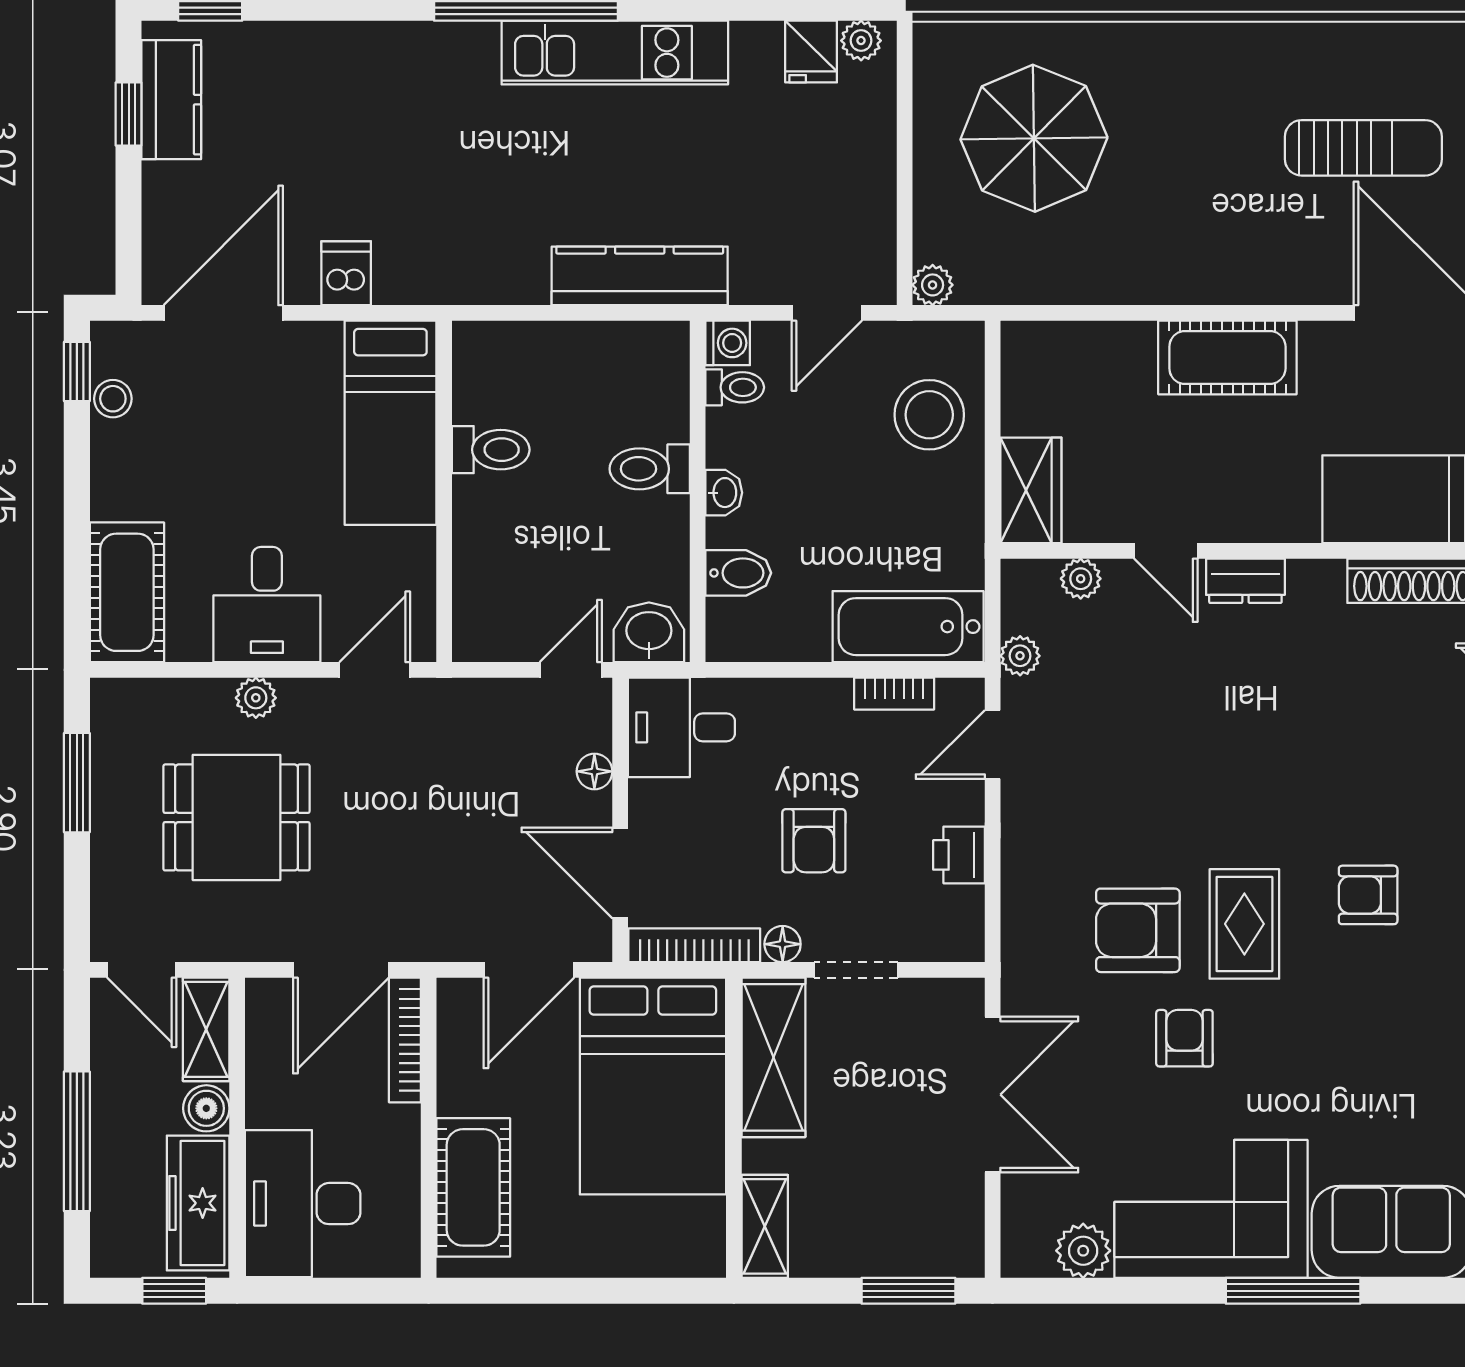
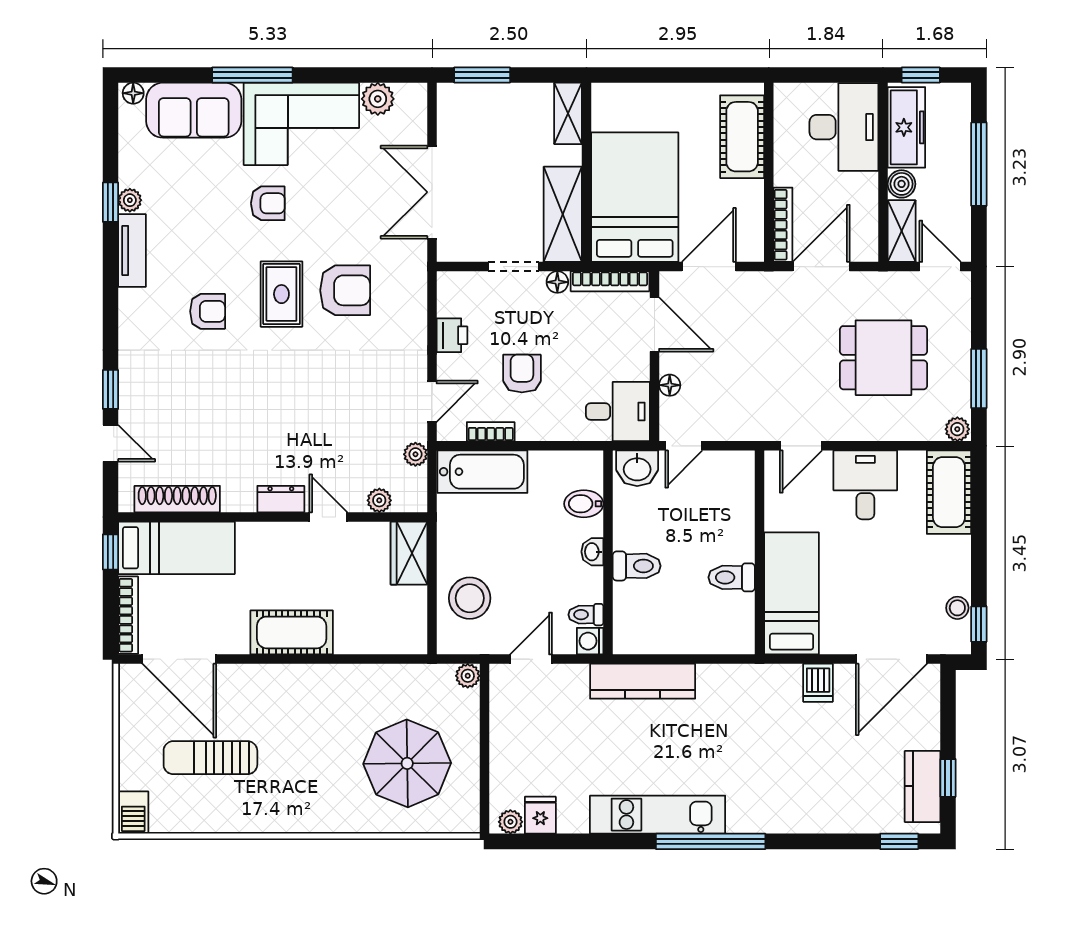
plant: (256, 698) -> (957, 429), moved
armchair: (814, 841) -> (522, 374), moved
armchair: (1184, 1038) -> (268, 203), moved, turned -90

